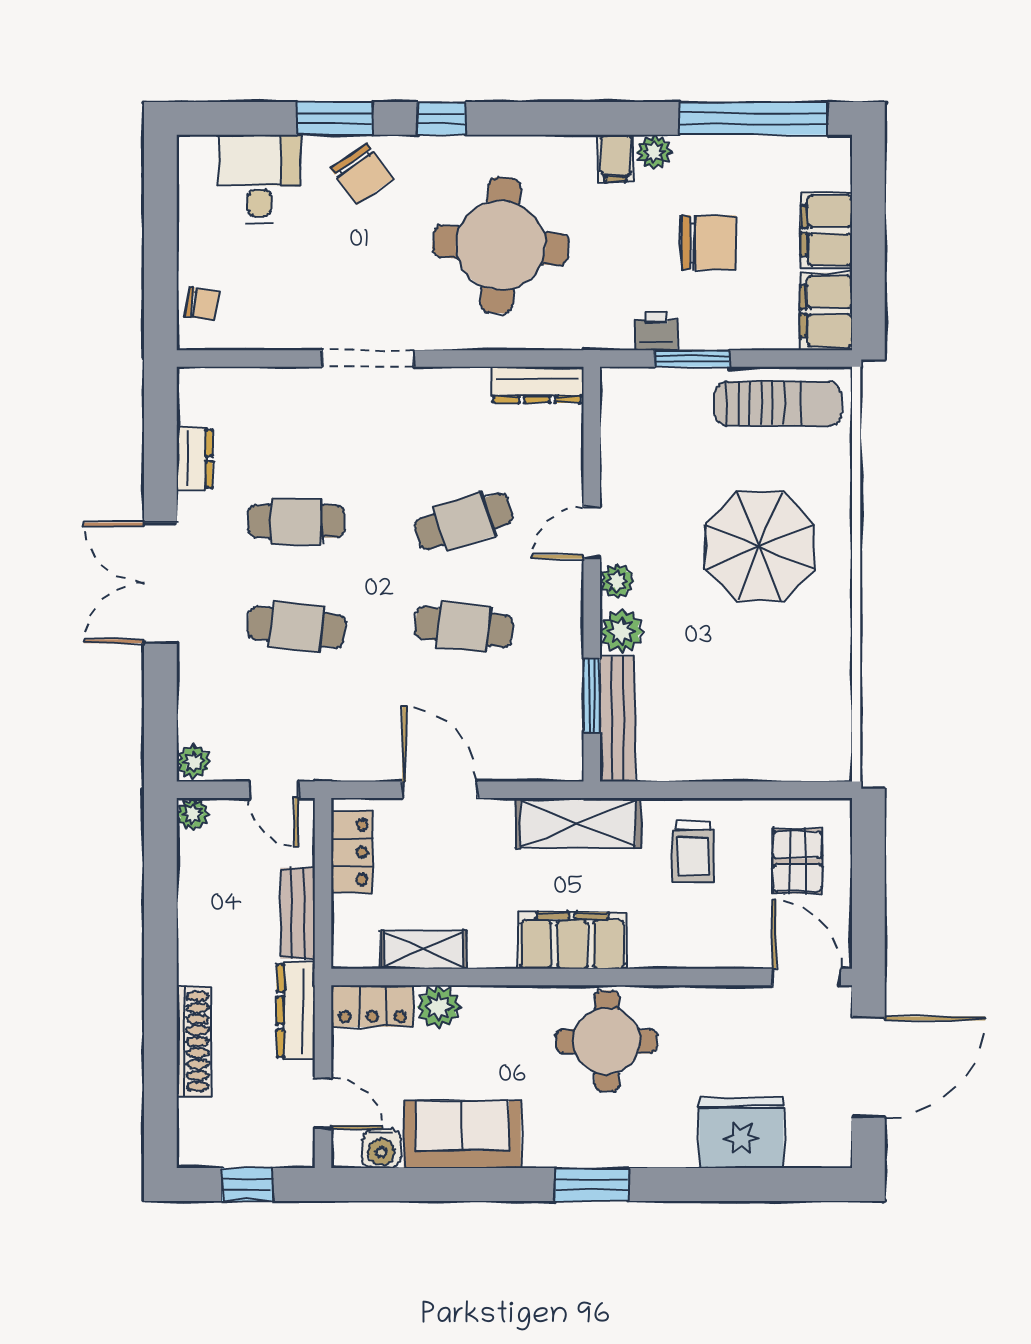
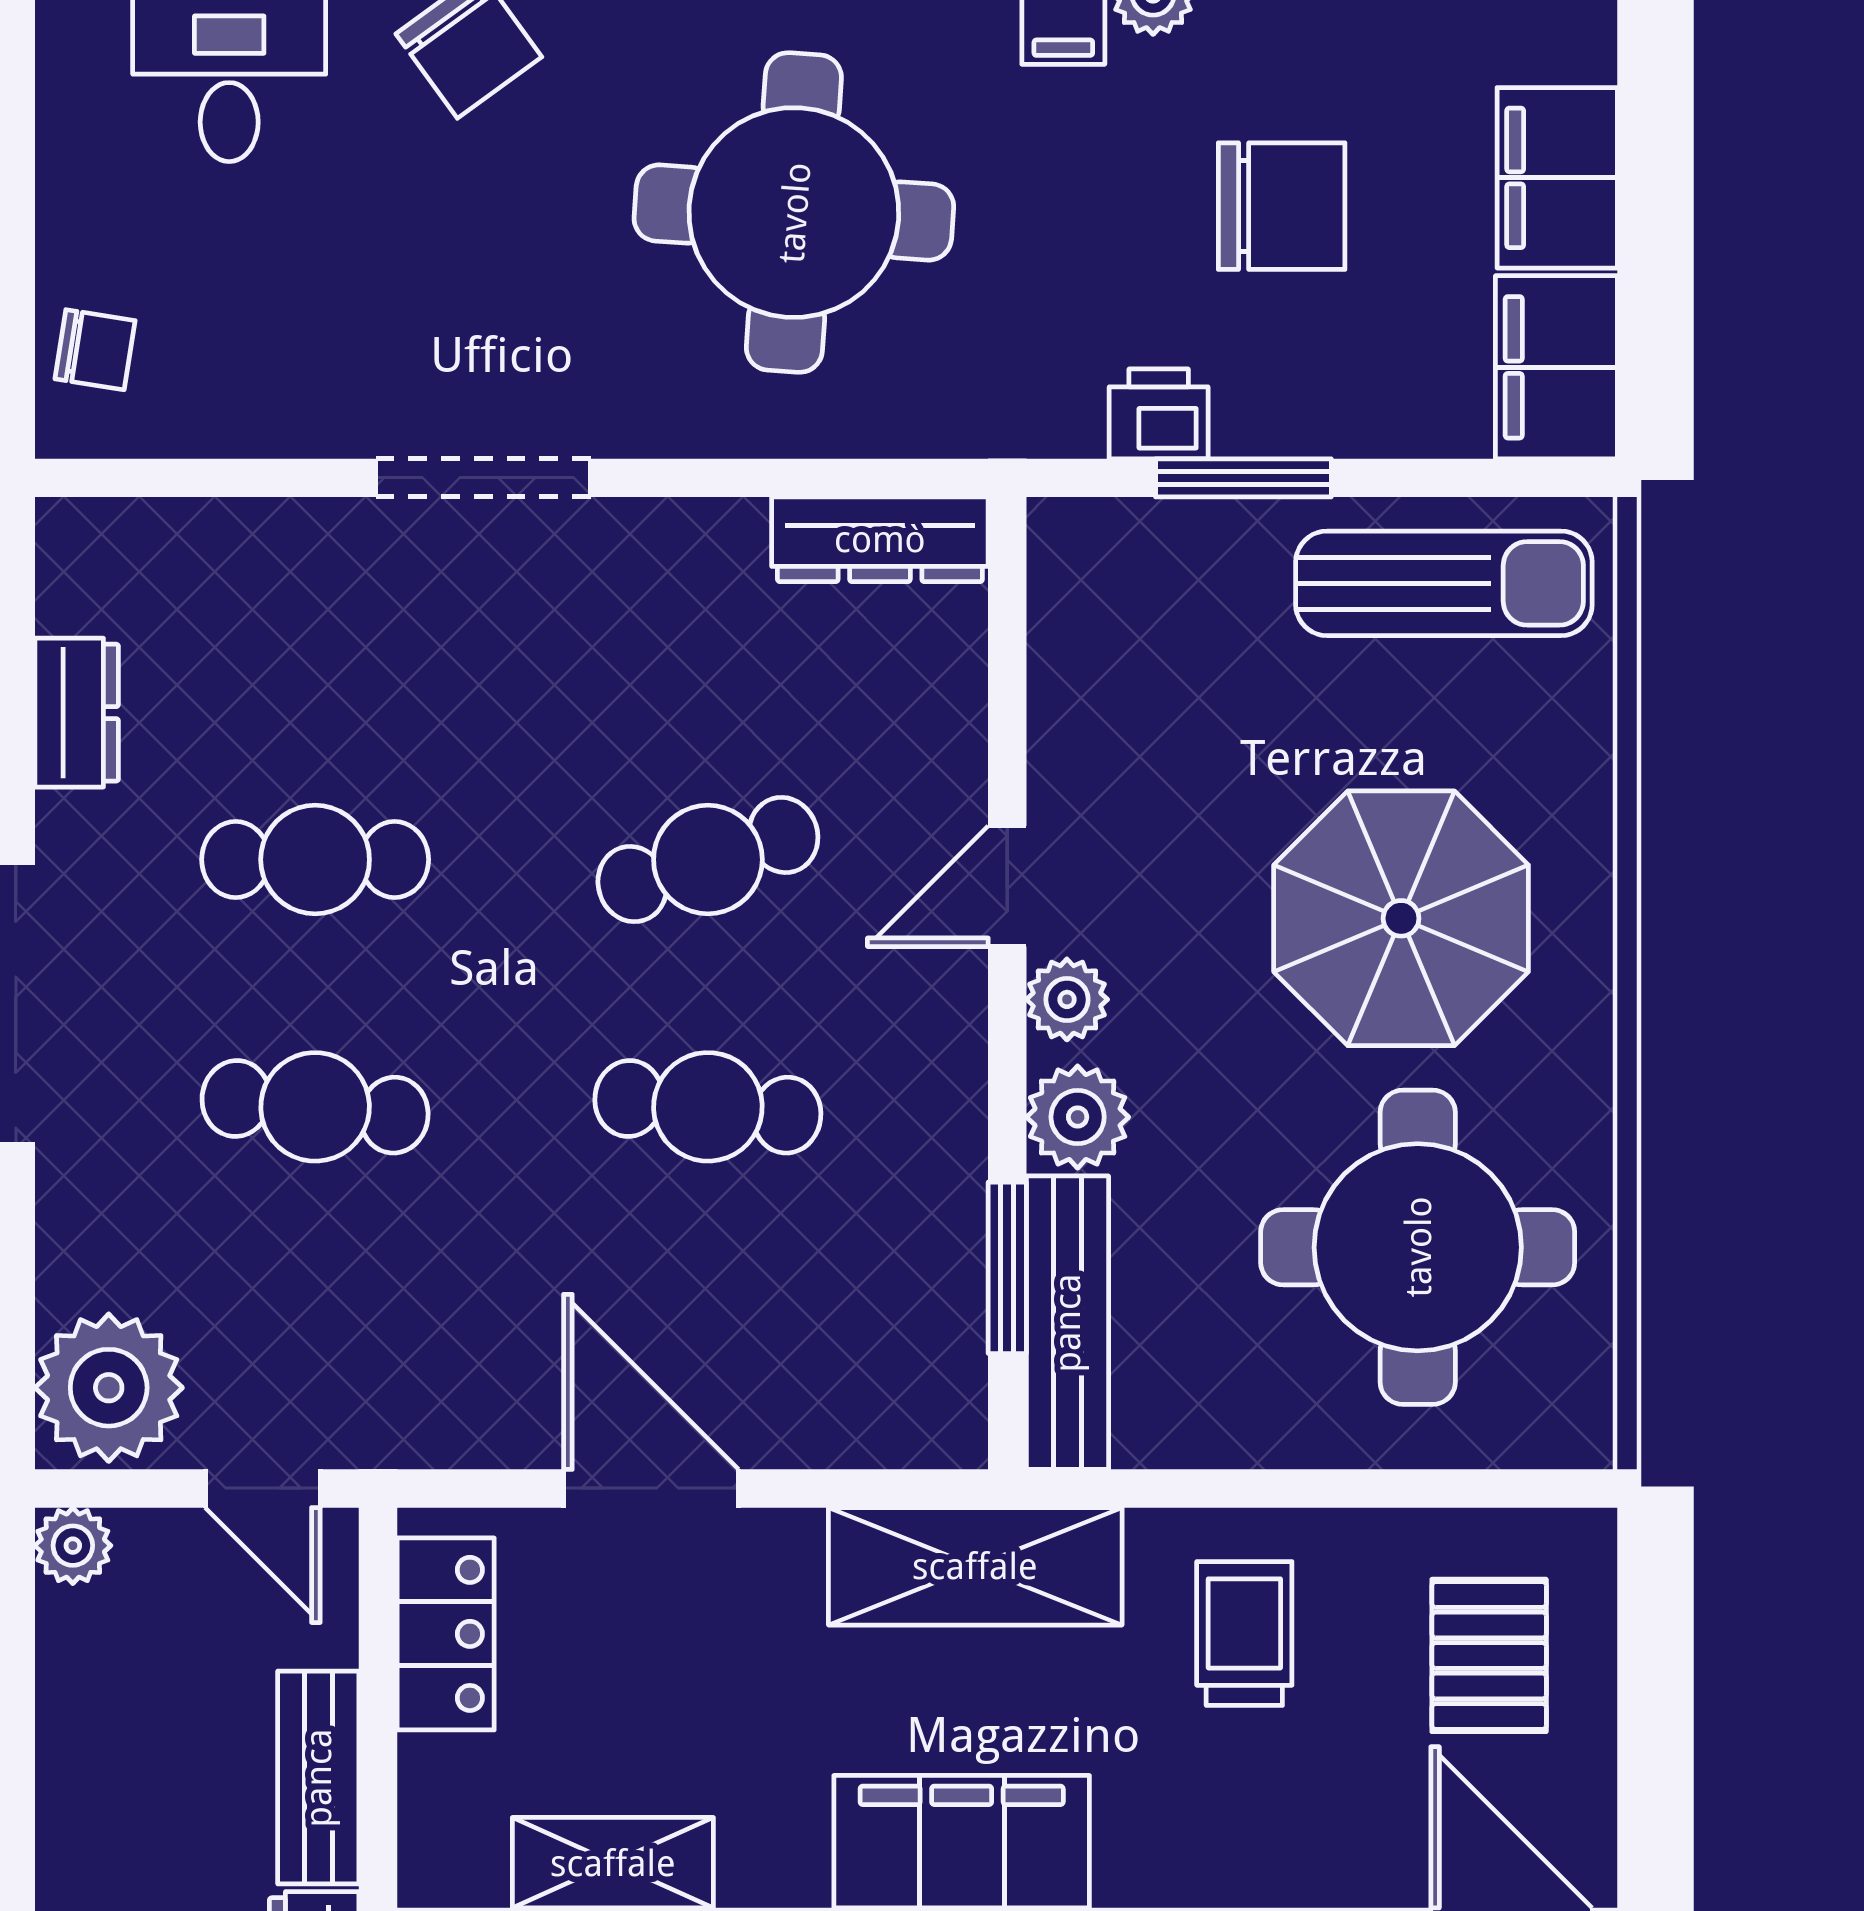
round table: (767, 687) -> (1418, 1247), added
plant: (193, 761) -> (109, 1388), width x1.88, depth x1.88
trolley: (693, 852) -> (1244, 1633), turned 180

